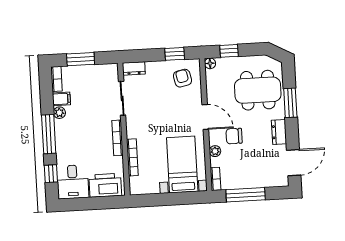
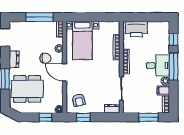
desk: (73, 182) -> (158, 66), moved, turned 90

